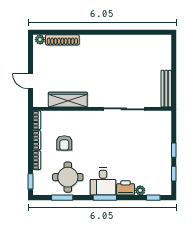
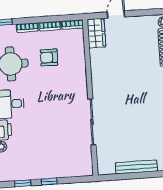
bench: (166, 89) -> (136, 167), moved
wardrobe: (68, 100) -> (96, 33), moved, width x0.67

